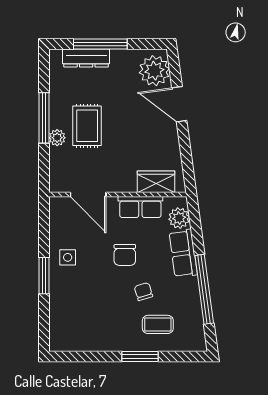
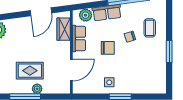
door: (179, 104) -> (41, 12), moved
window: (140, 357) -> (169, 52), moved

